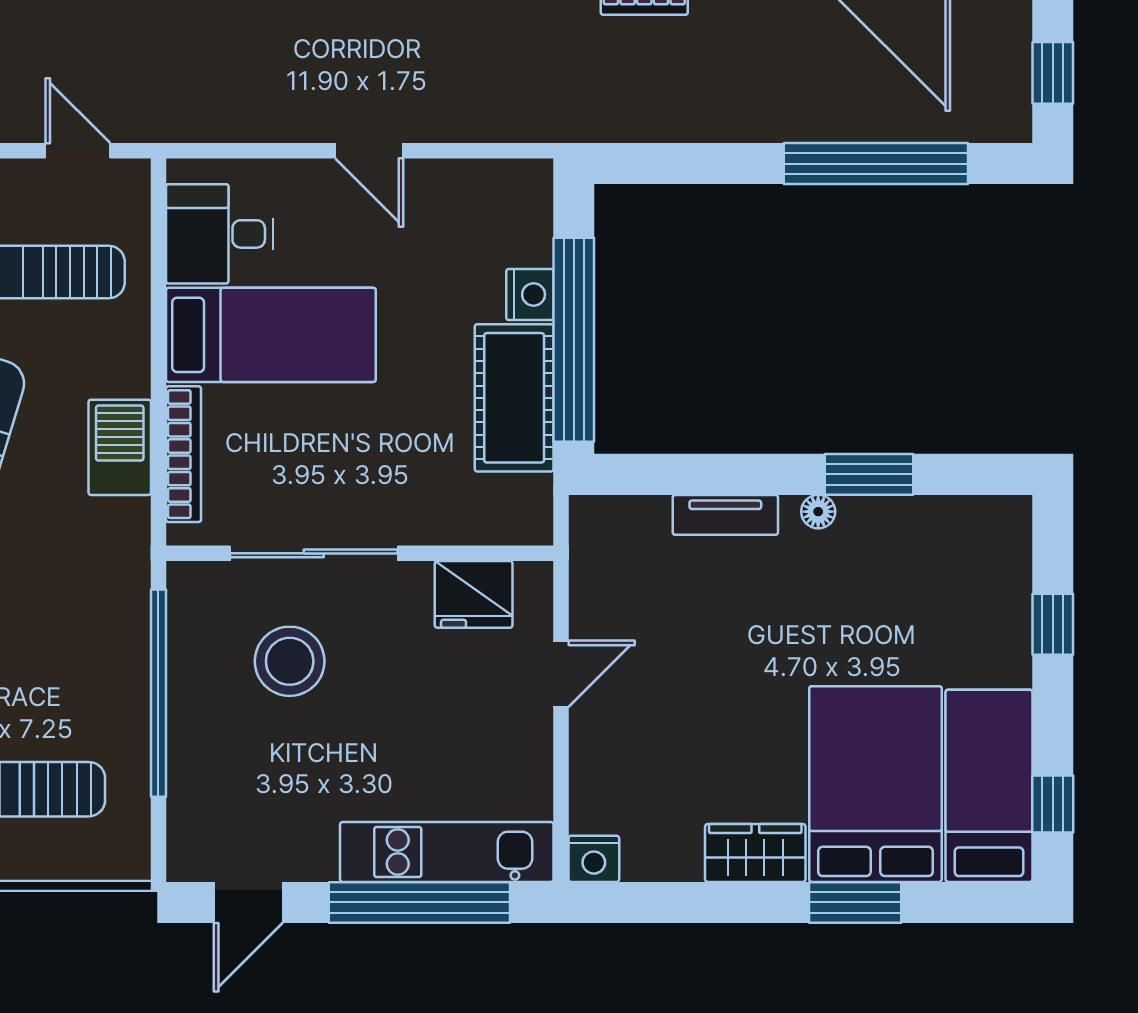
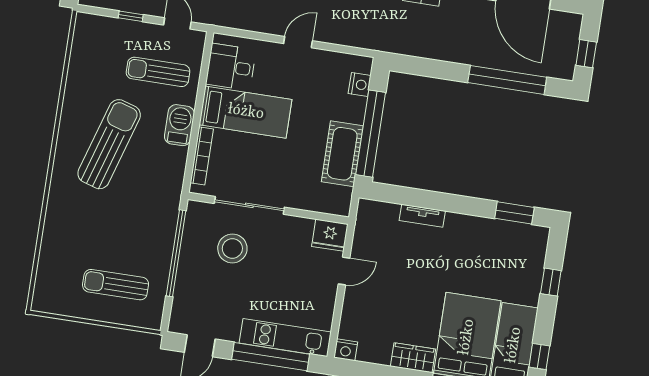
door: (369, 151) -> (298, 42), swing flipped
nightstand: (530, 294) -> (360, 85), moved
barbecue: (120, 447) -> (179, 125), moved
window: (869, 474) -> (514, 213), moved
floor lamp: (818, 512) -> (461, 220), removed
fridge: (474, 594) -> (330, 235), moved

